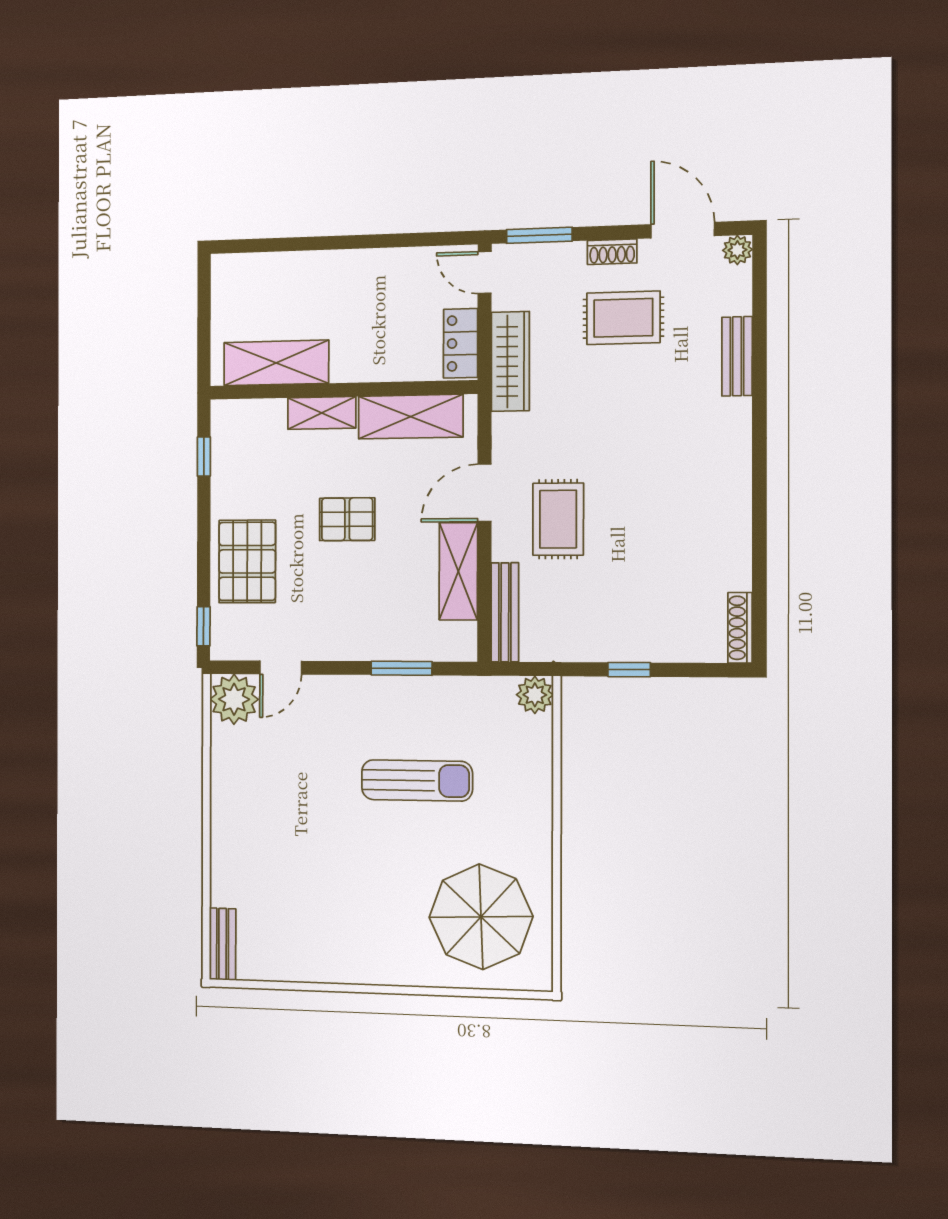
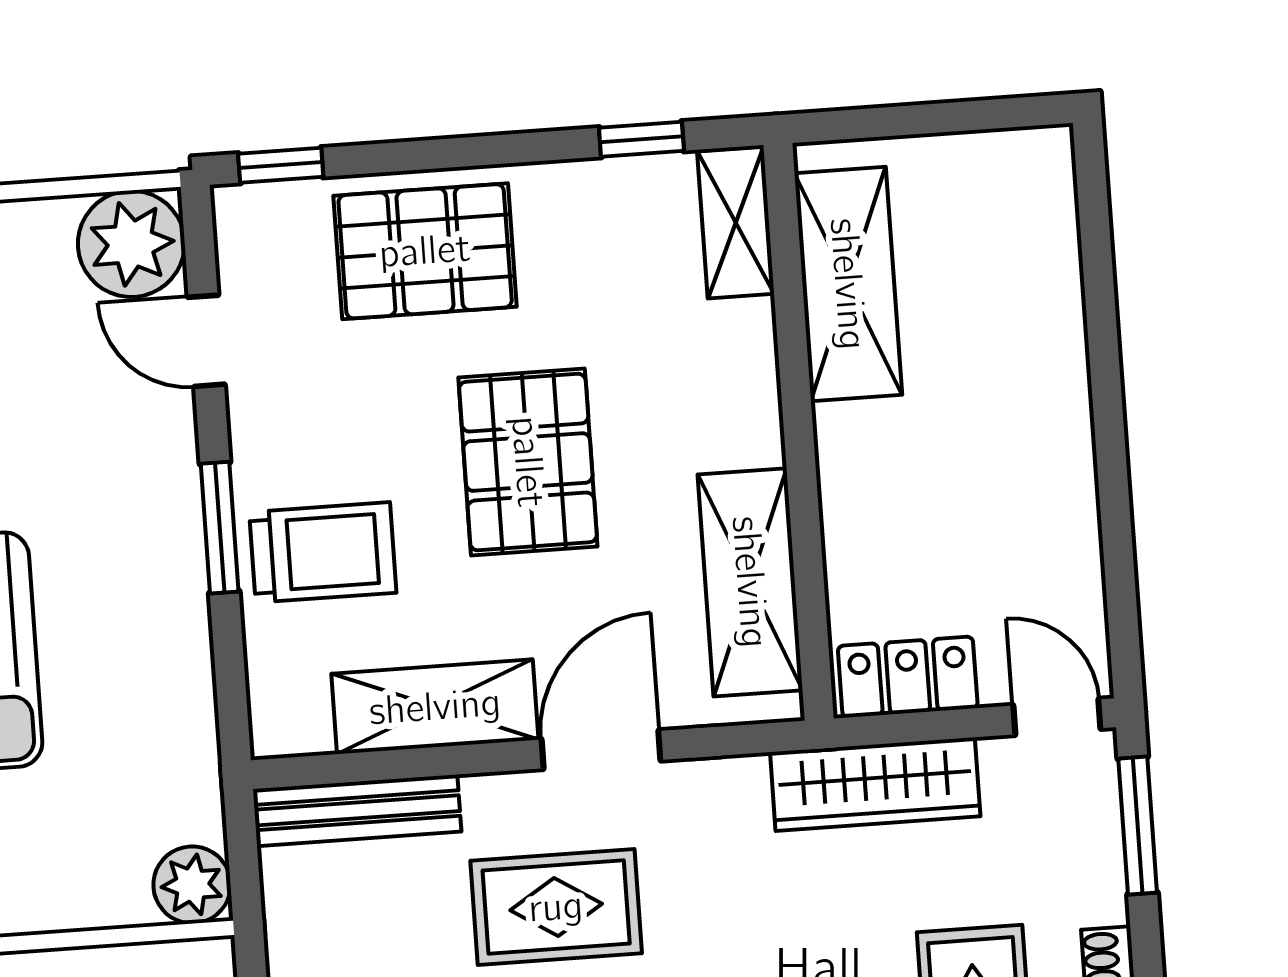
door: (485, 272) -> (1057, 717), hinge flipped
shelving: (322, 413) -> (736, 223), moved
door: (484, 493) -> (601, 750), hinge flipped
pallet: (347, 519) -> (528, 462), width x1.50, depth x1.42
trolley: (382, 620) -> (323, 552), added
window: (402, 668) -> (220, 528), moved

